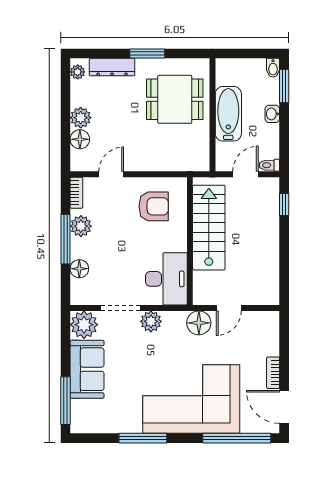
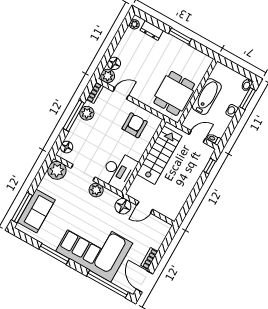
dresser: (112, 67) -> (152, 30), width x0.70
dining table: (175, 99) -> (174, 93), moved, turned 90
plant: (81, 118) -> (108, 76), moved
armchair: (154, 206) -> (135, 125), turned -90
floor lamp: (79, 269) -> (67, 147), moved
sofa: (87, 369) -> (36, 211), moved

